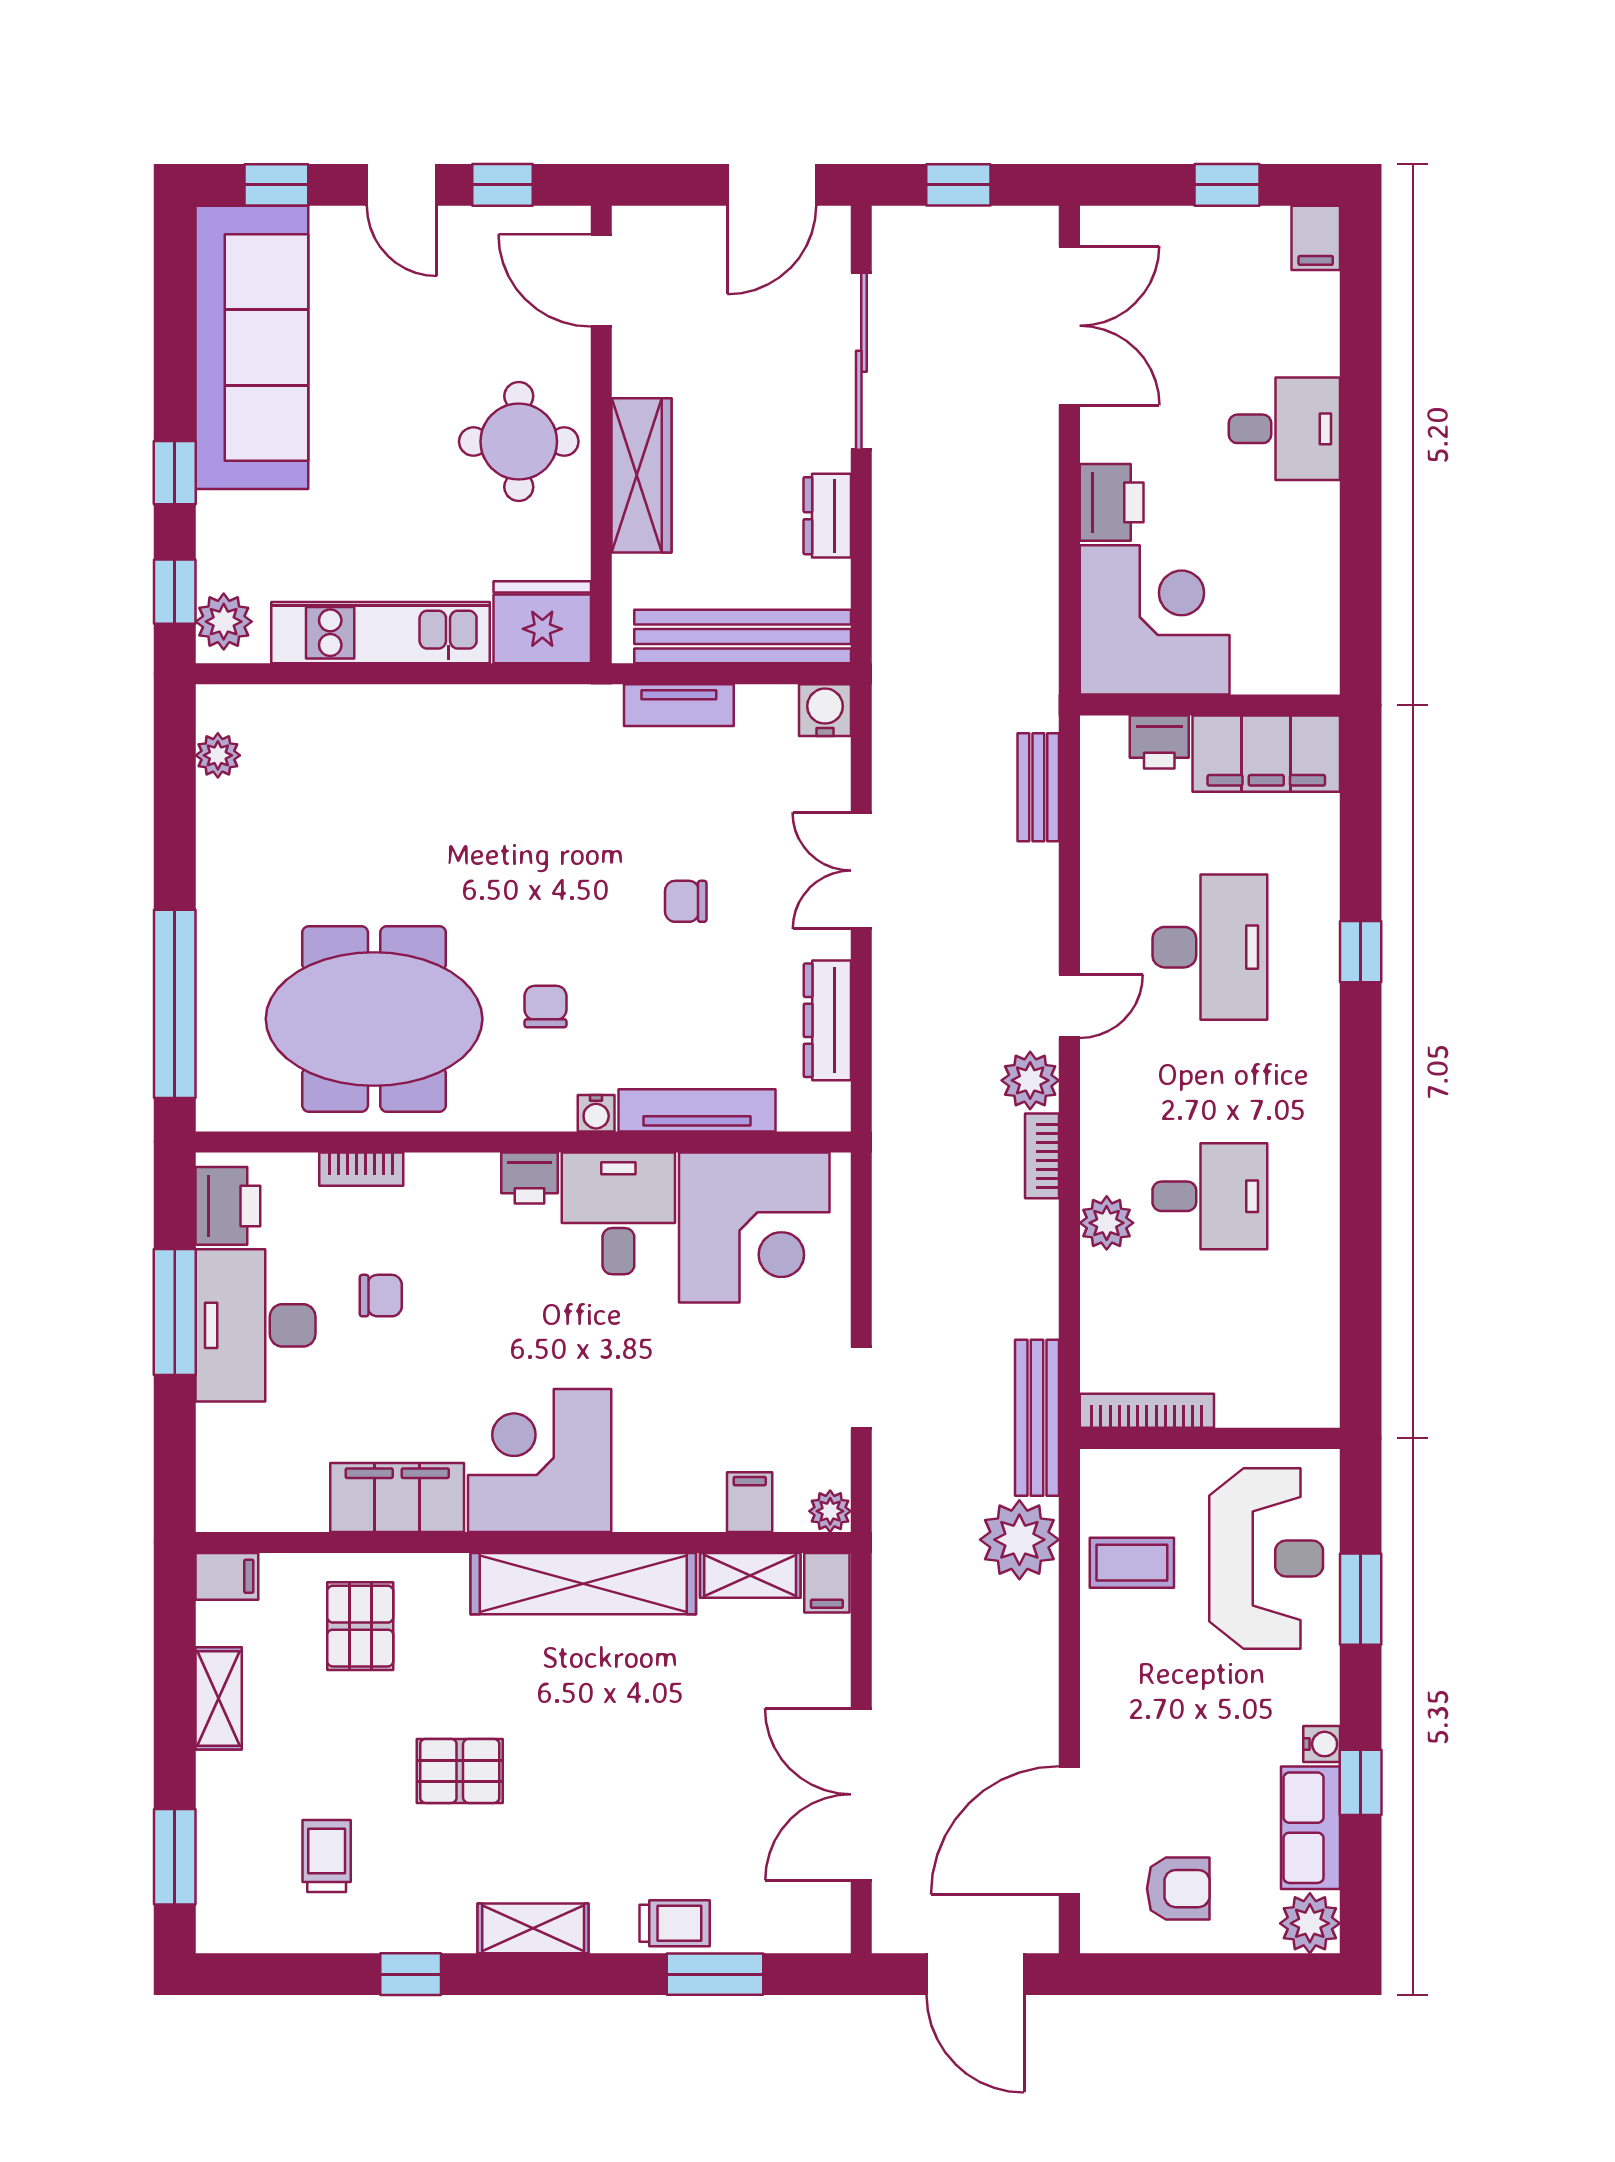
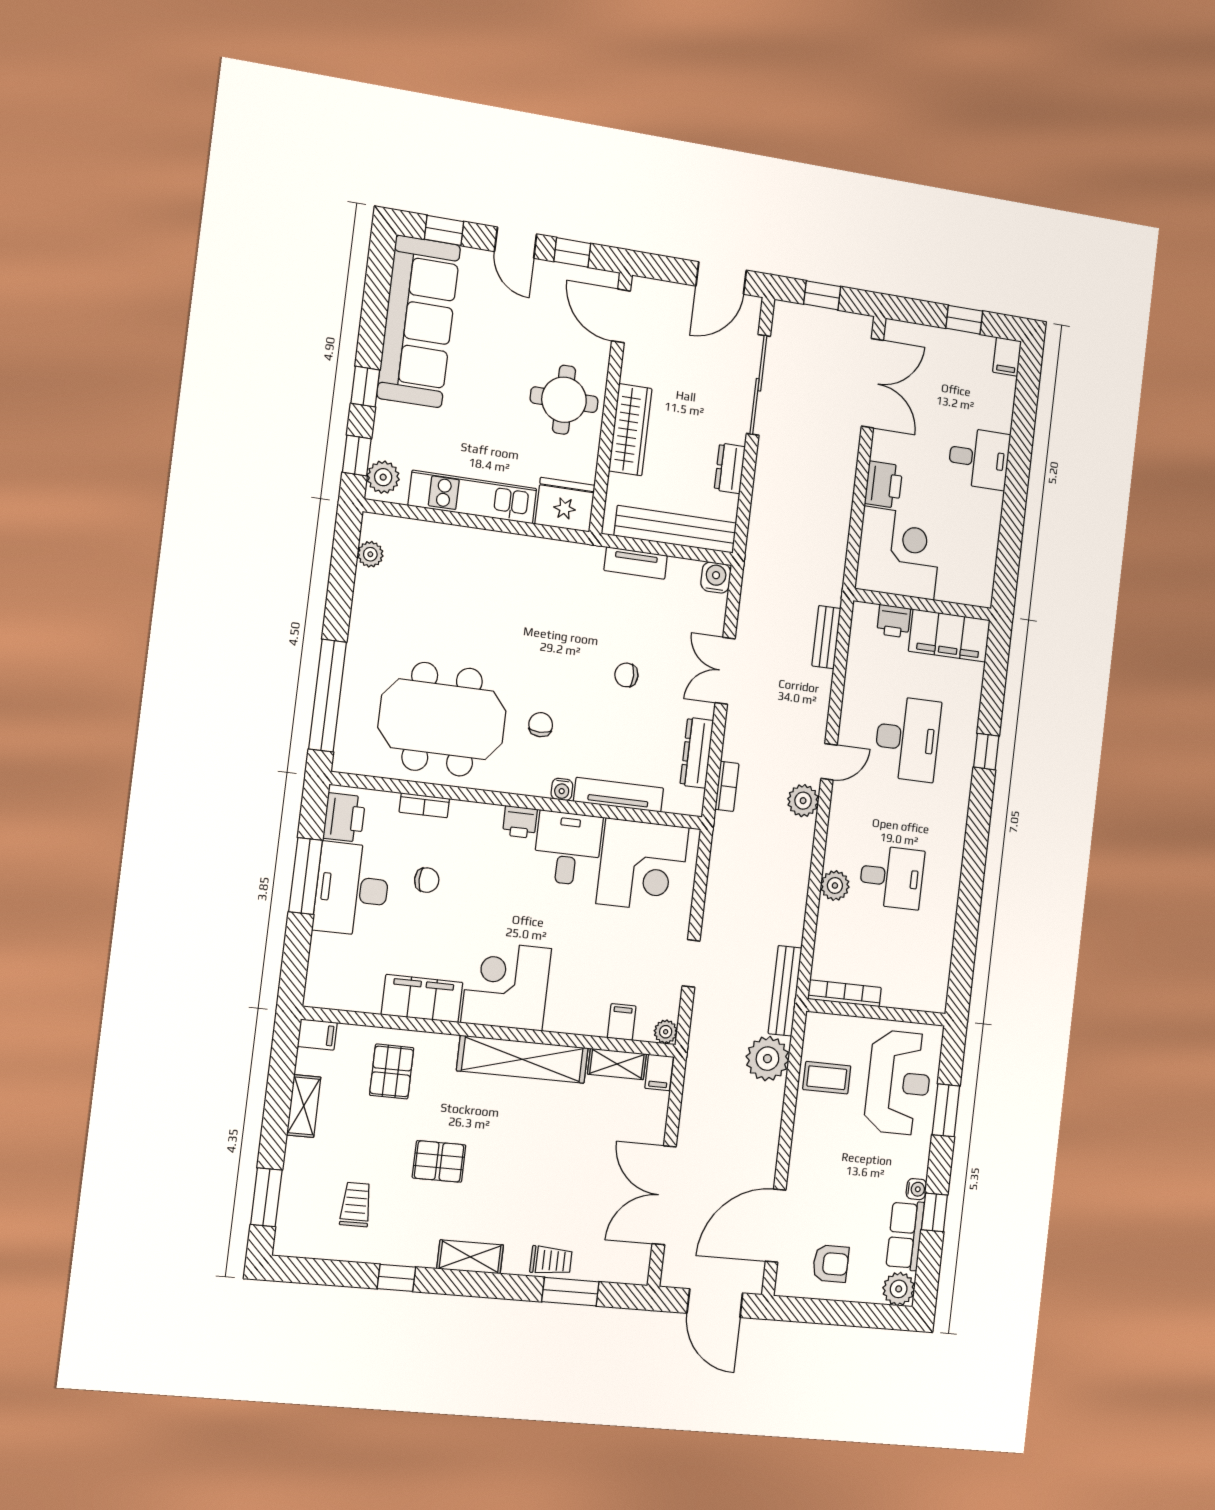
bookcase: (1042, 1156) -> (727, 786), moved, turned 180

